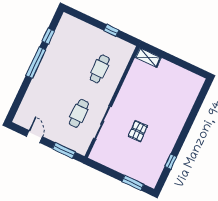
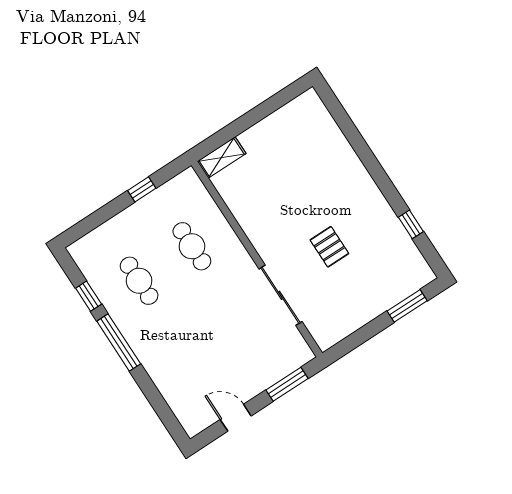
cafe table: (79, 113) -> (139, 281), moved

